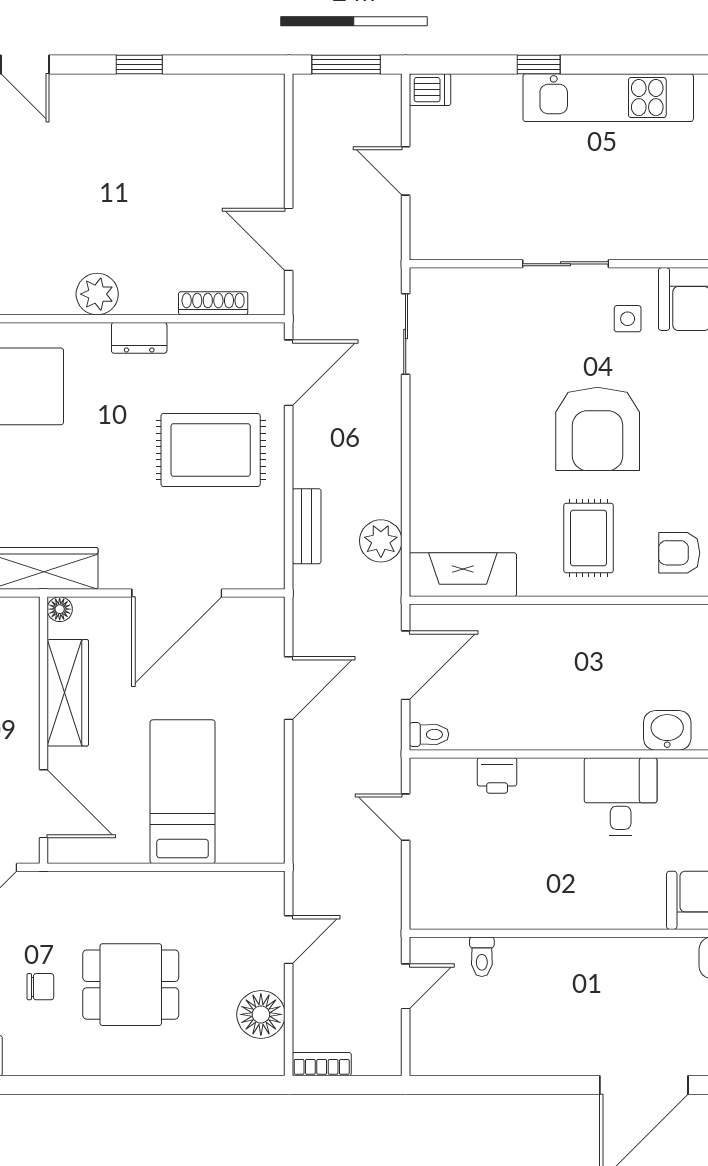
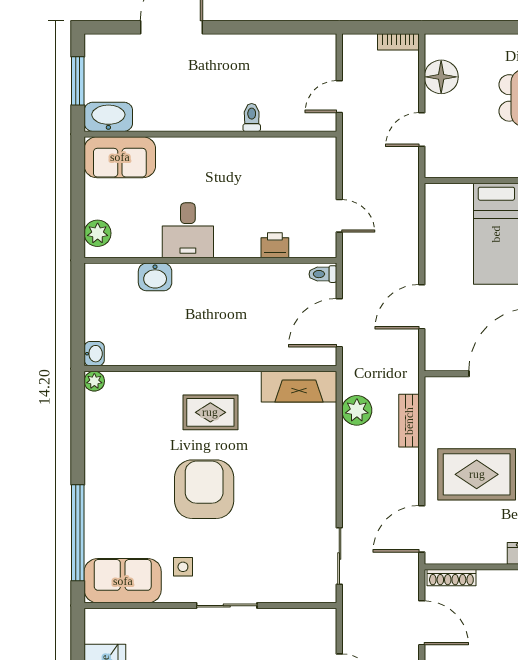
shoe rack: (213, 303) -> (451, 578), moved
rug: (588, 538) -> (210, 412), turned 90
armchair: (679, 553) -> (147, 402), removed
toilet: (482, 957) -> (252, 117), moved

